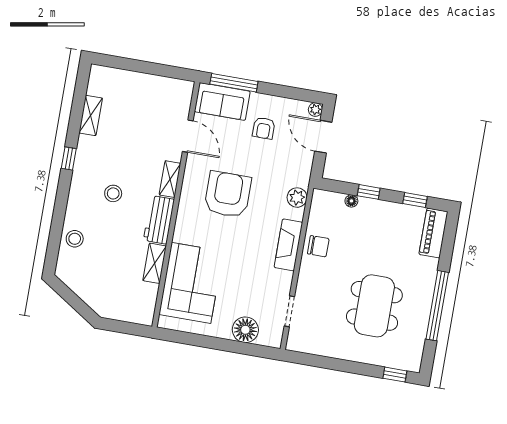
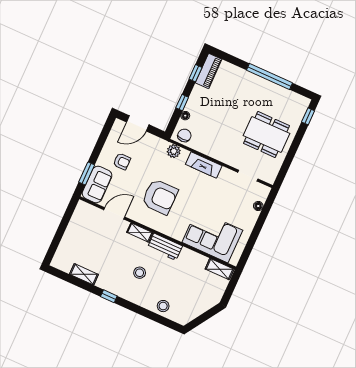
window: (234, 83) -> (87, 174), width x0.69
plant: (315, 110) -> (118, 124), removed
armchair: (228, 194) -> (160, 197), turned 180
piano: (433, 233) -> (209, 71), moved, turned -90
chair: (318, 246) -> (184, 135), moved
shelving: (155, 263) -> (220, 269), moved
dining table: (374, 306) -> (266, 135), moved
floor lamp: (245, 330) -> (258, 206), width x0.53, depth x0.53

